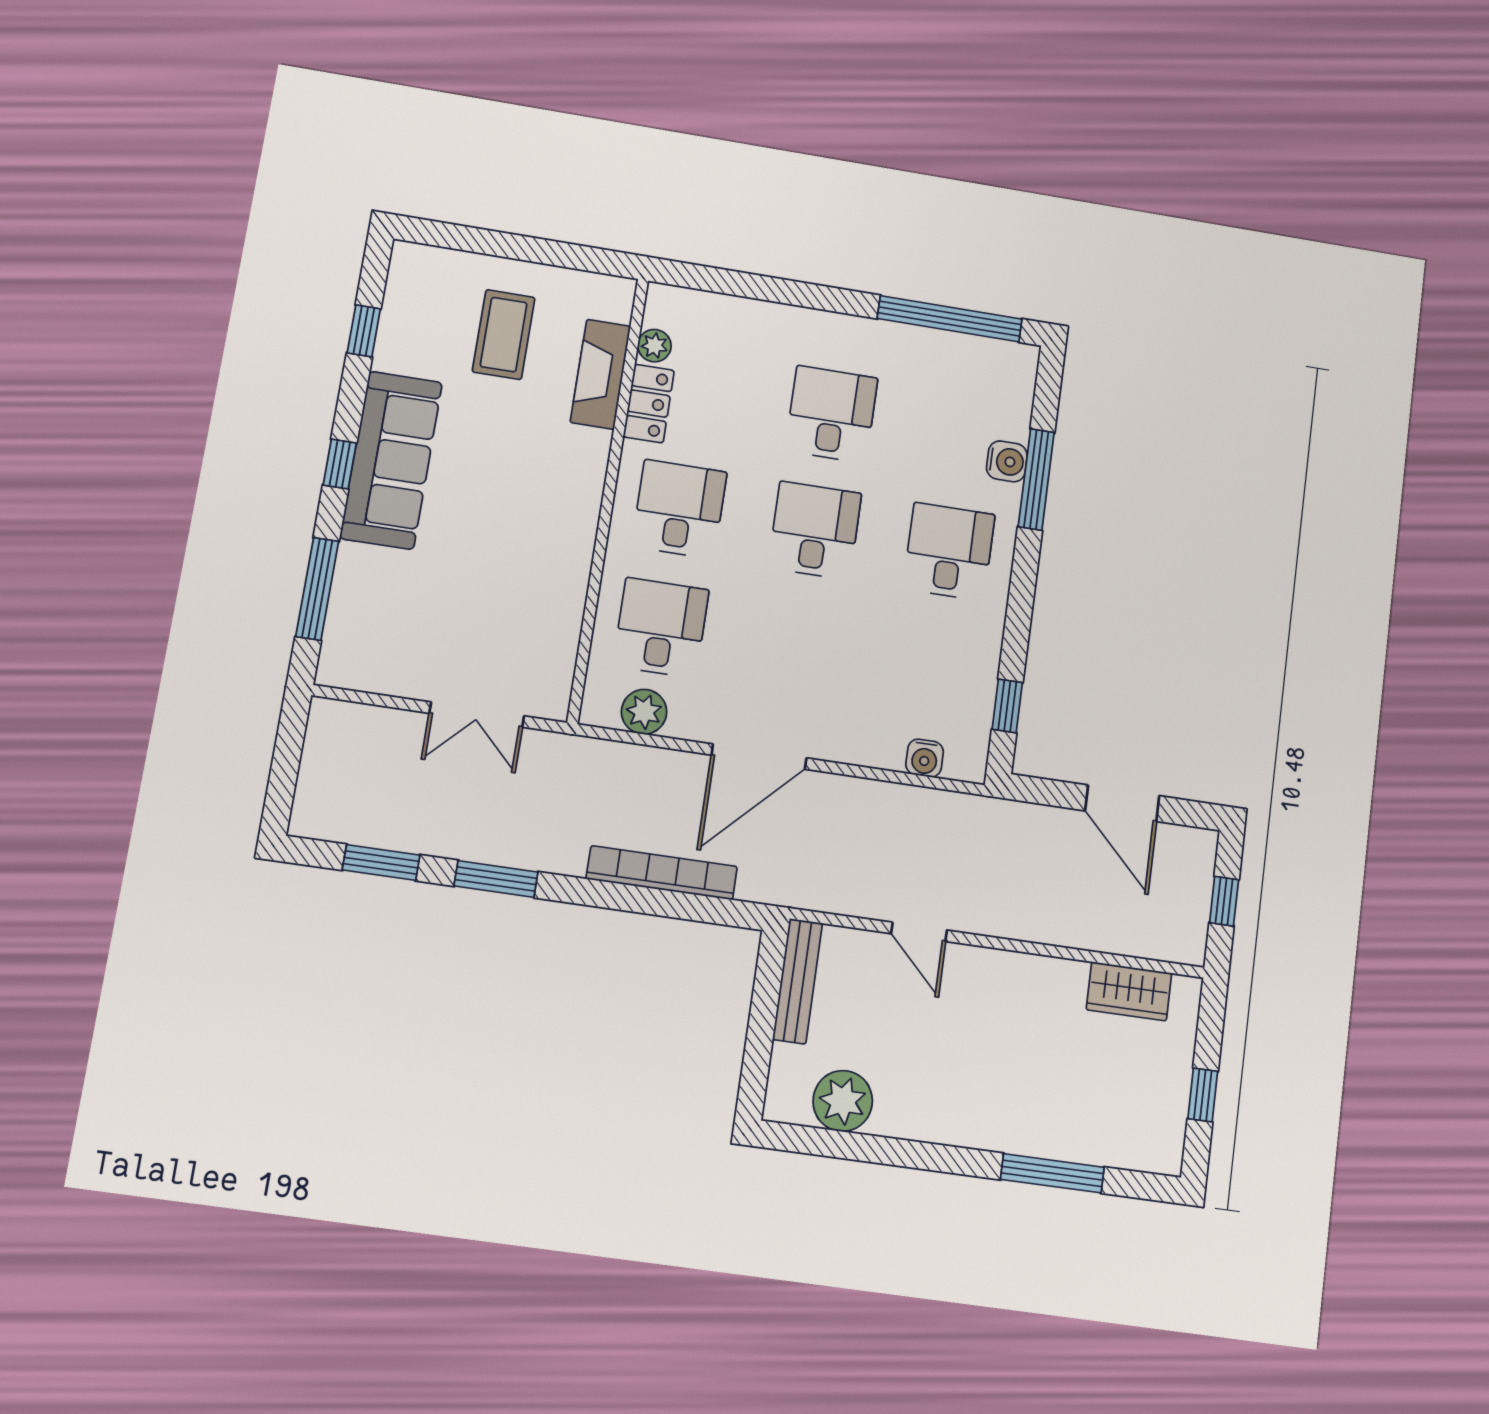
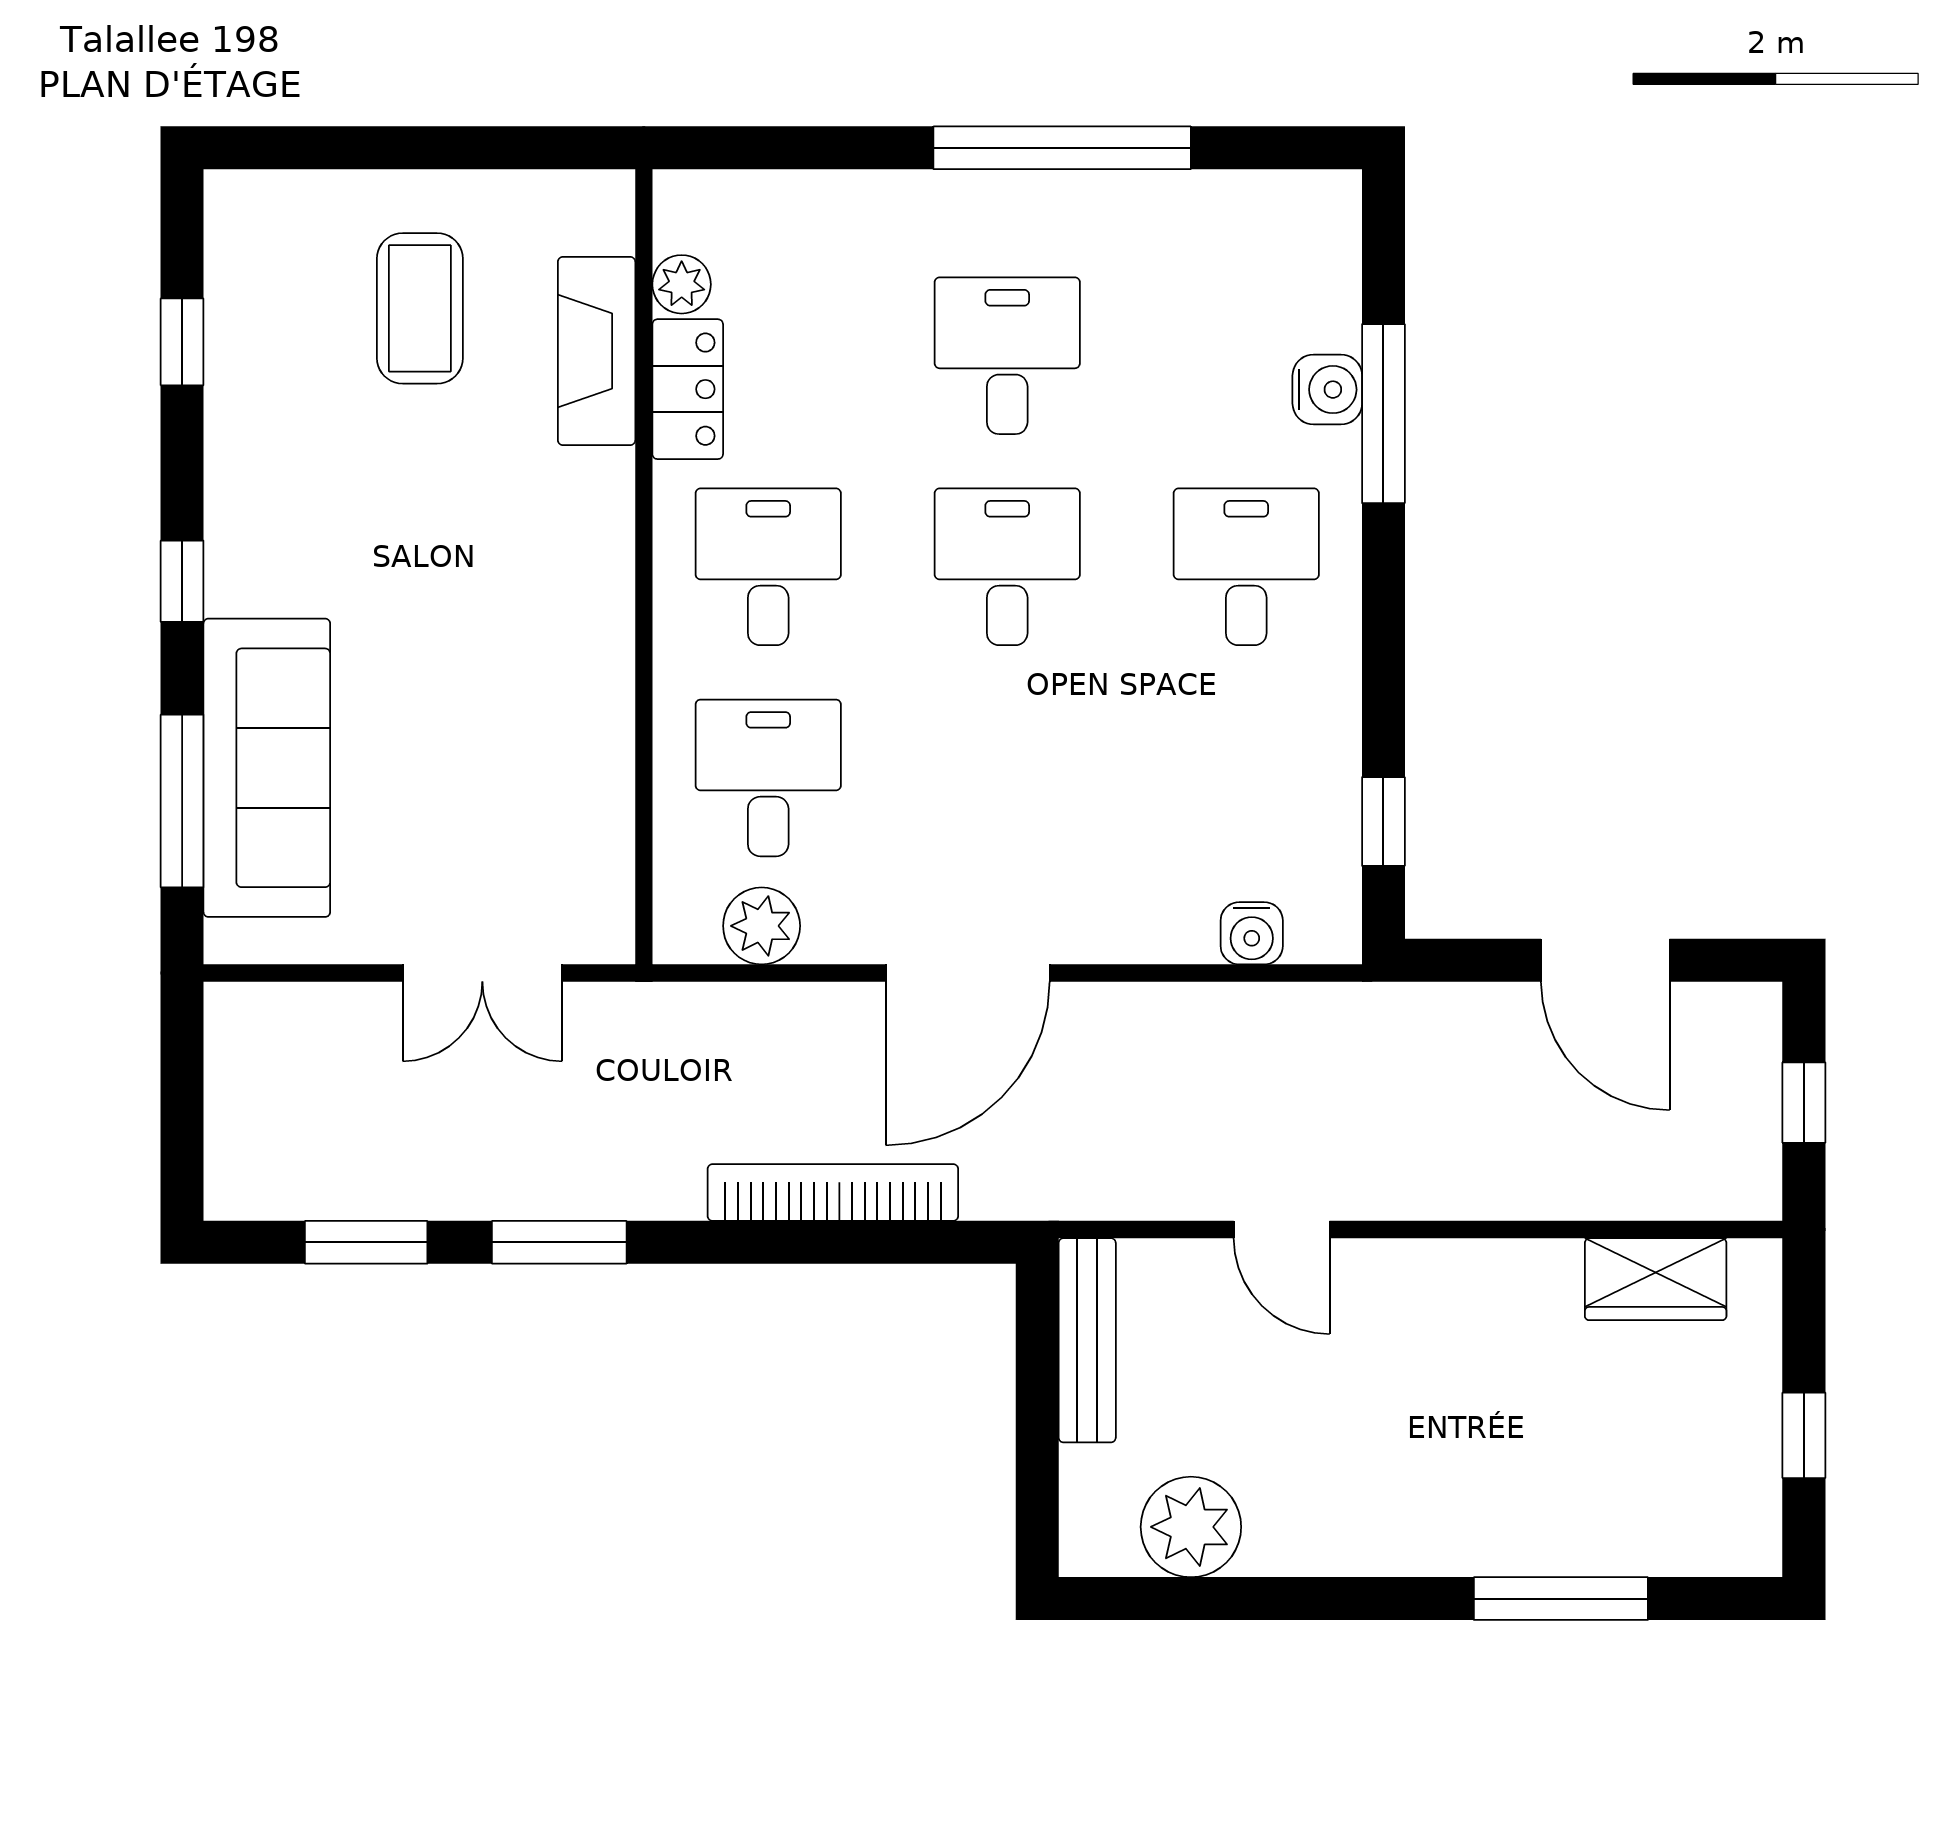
window: (950, 319) -> (1062, 148), moved
sofa: (391, 460) -> (267, 768), moved

